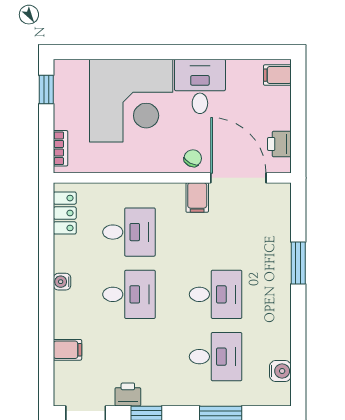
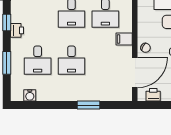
filing cabinet: (197, 198) -> (124, 39), moved
printer: (128, 394) -> (17, 30), moved

